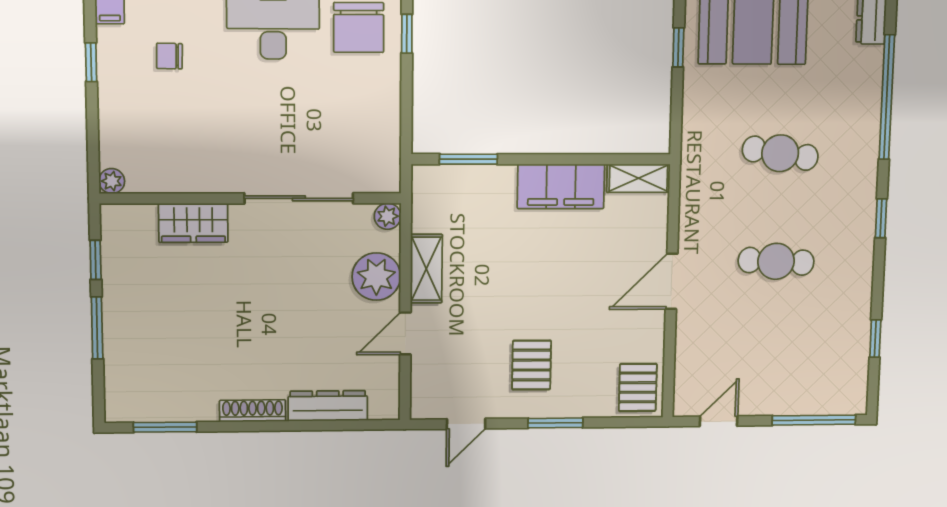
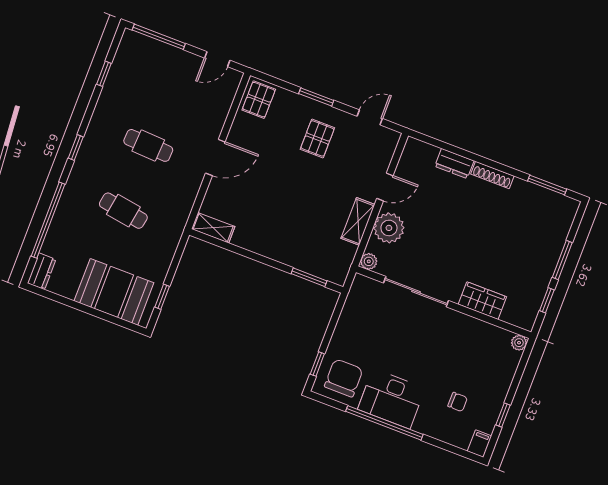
filing cabinet: (561, 186) -> (261, 240), removed
dresser: (328, 406) -> (454, 163), width x0.70

